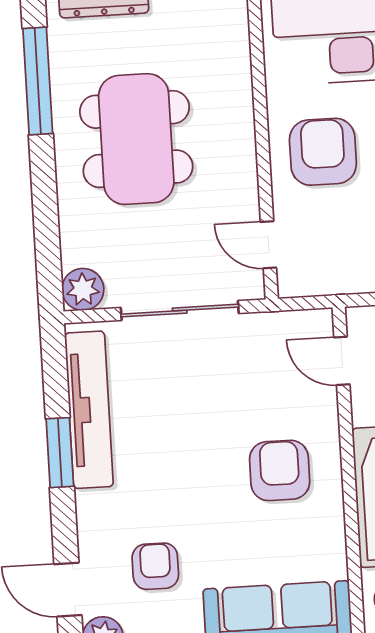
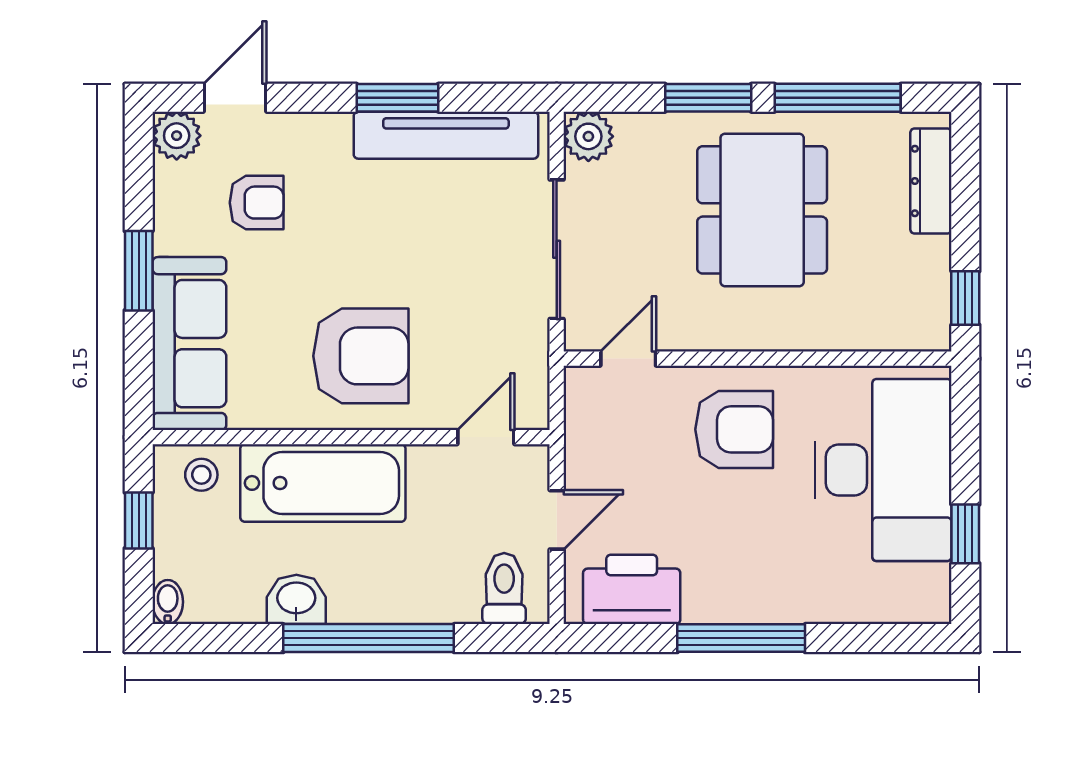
dining table: (136, 139) -> (762, 210), turned 90
window: (44, 190) -> (708, 98), added
armchair: (280, 470) -> (361, 356), width x1.36, depth x1.36

